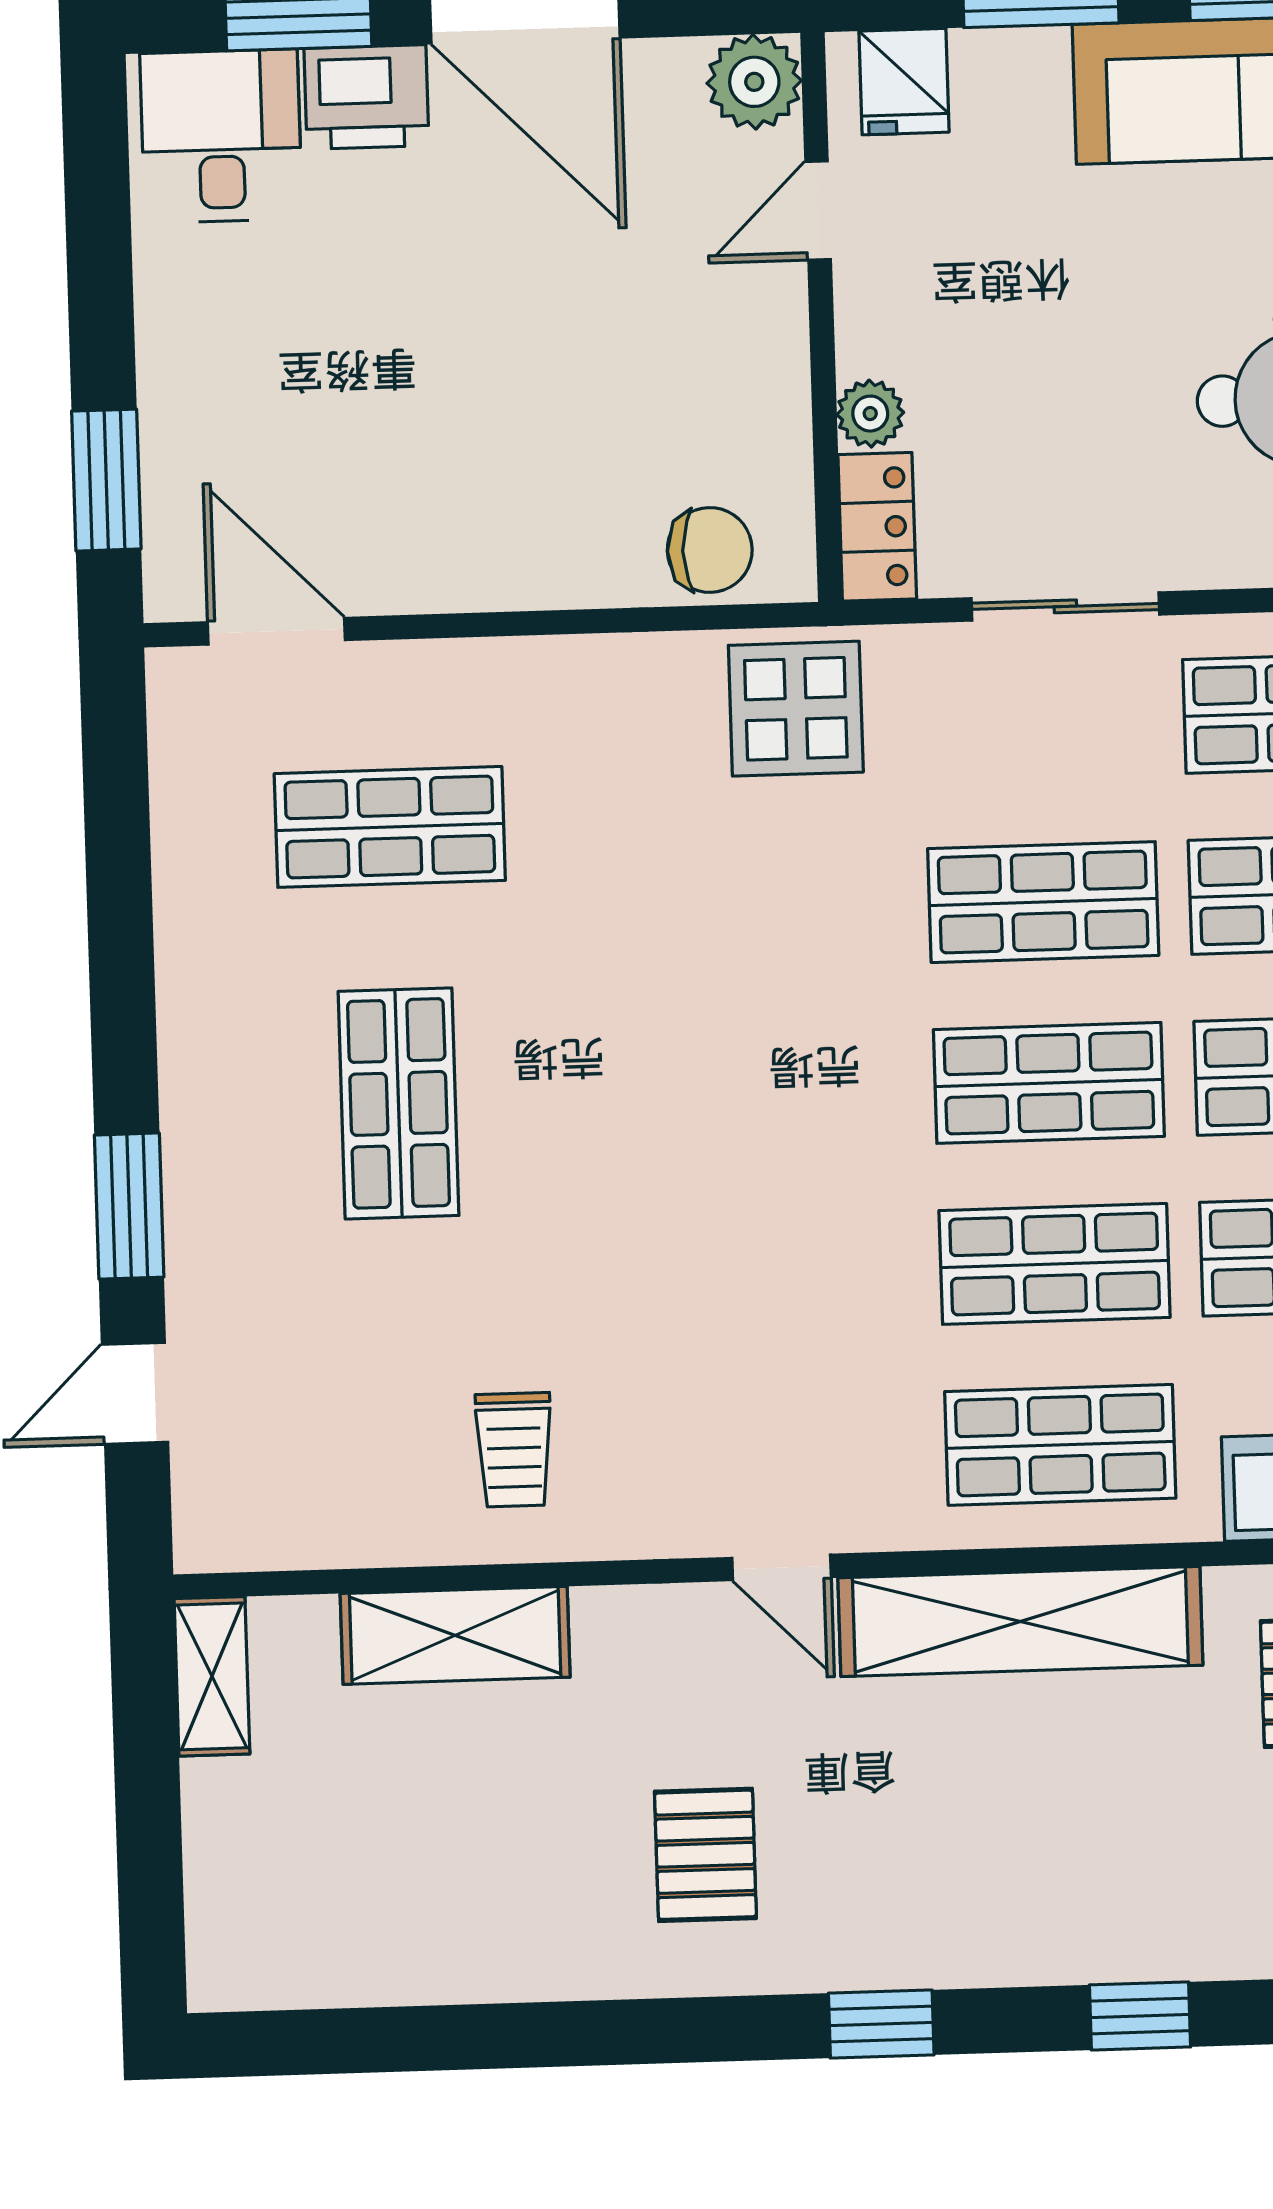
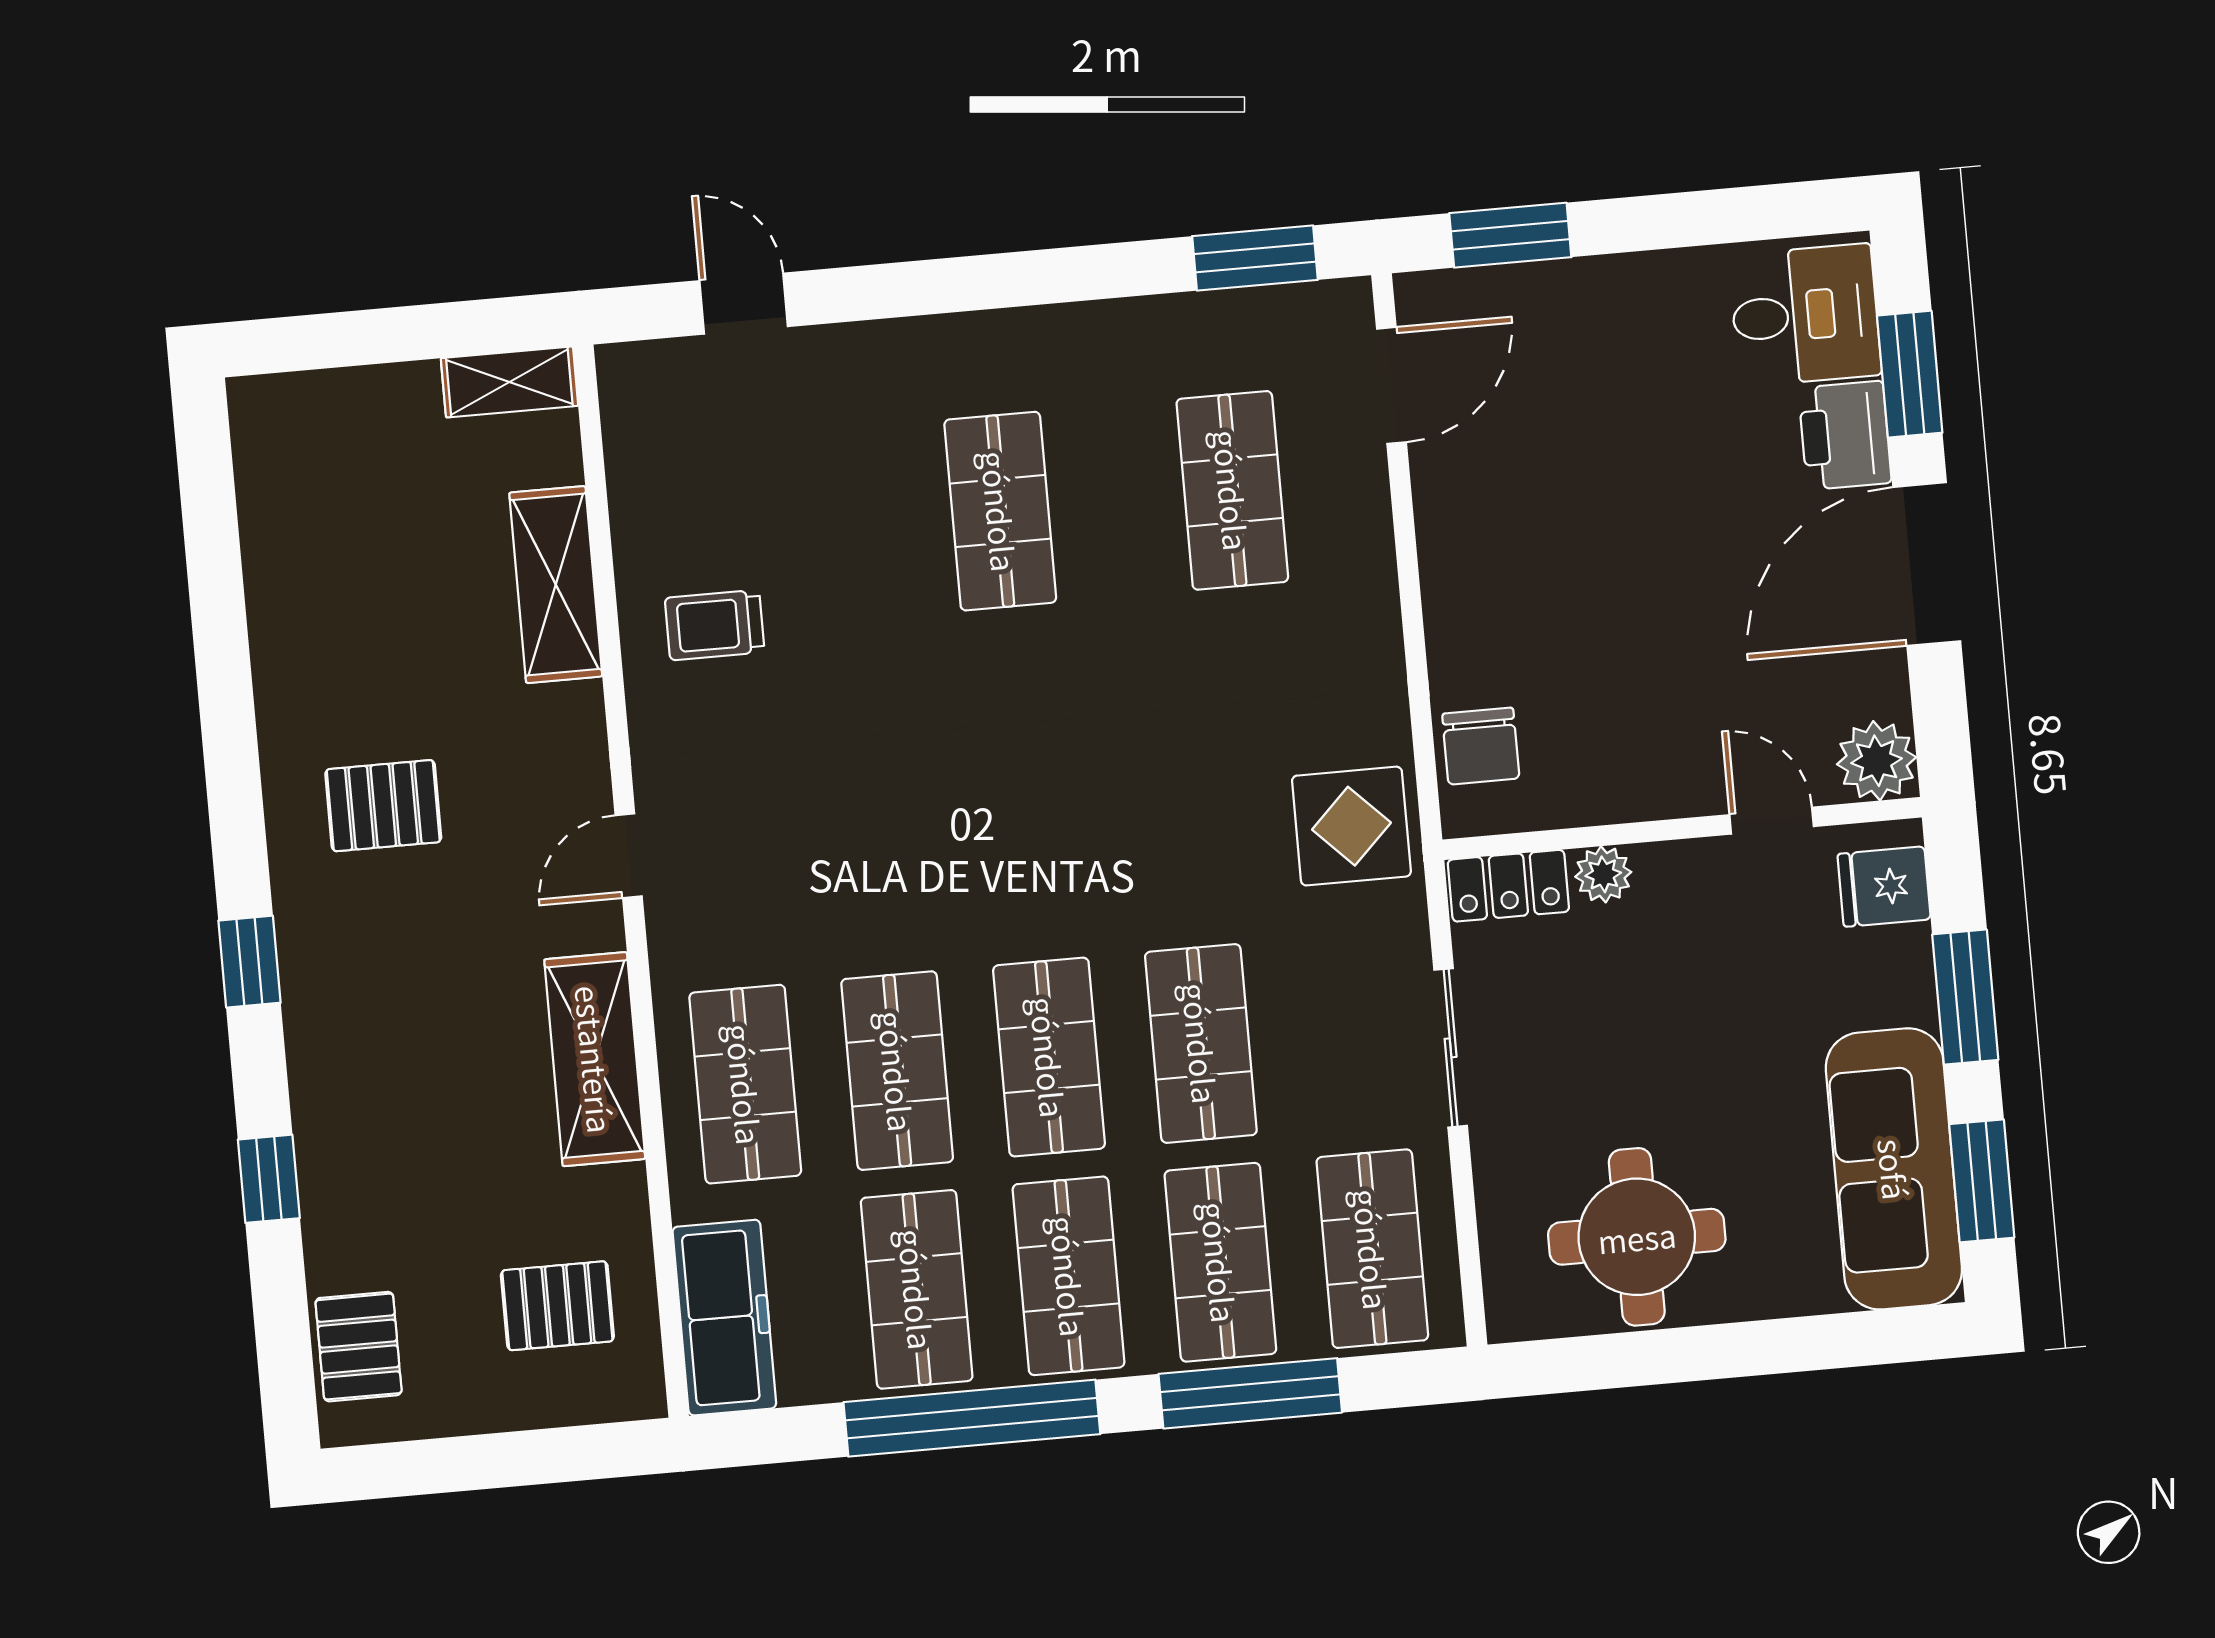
shop shelf: (399, 1103) -> (1000, 511), turned 90
window: (129, 1206) -> (1255, 258), moved
shelving: (1020, 1622) -> (595, 1059), width x0.68

